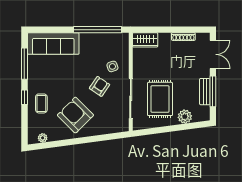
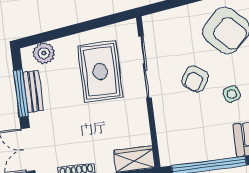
side table: (112, 66) -> (232, 94), moved
plant: (185, 117) -> (44, 53), moved

